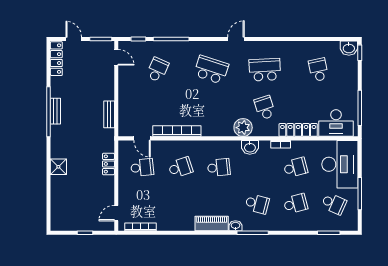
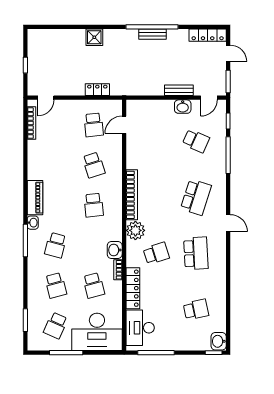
door: (74, 39) -> (228, 53), hinge flipped
washbasin: (125, 82) -> (183, 107), added
bench: (109, 114) -> (179, 90), moved
bookcase: (177, 131) -> (132, 195), moved
washbasin: (250, 147) -> (115, 250), moved
door: (116, 213) -> (46, 98), swing flipped

